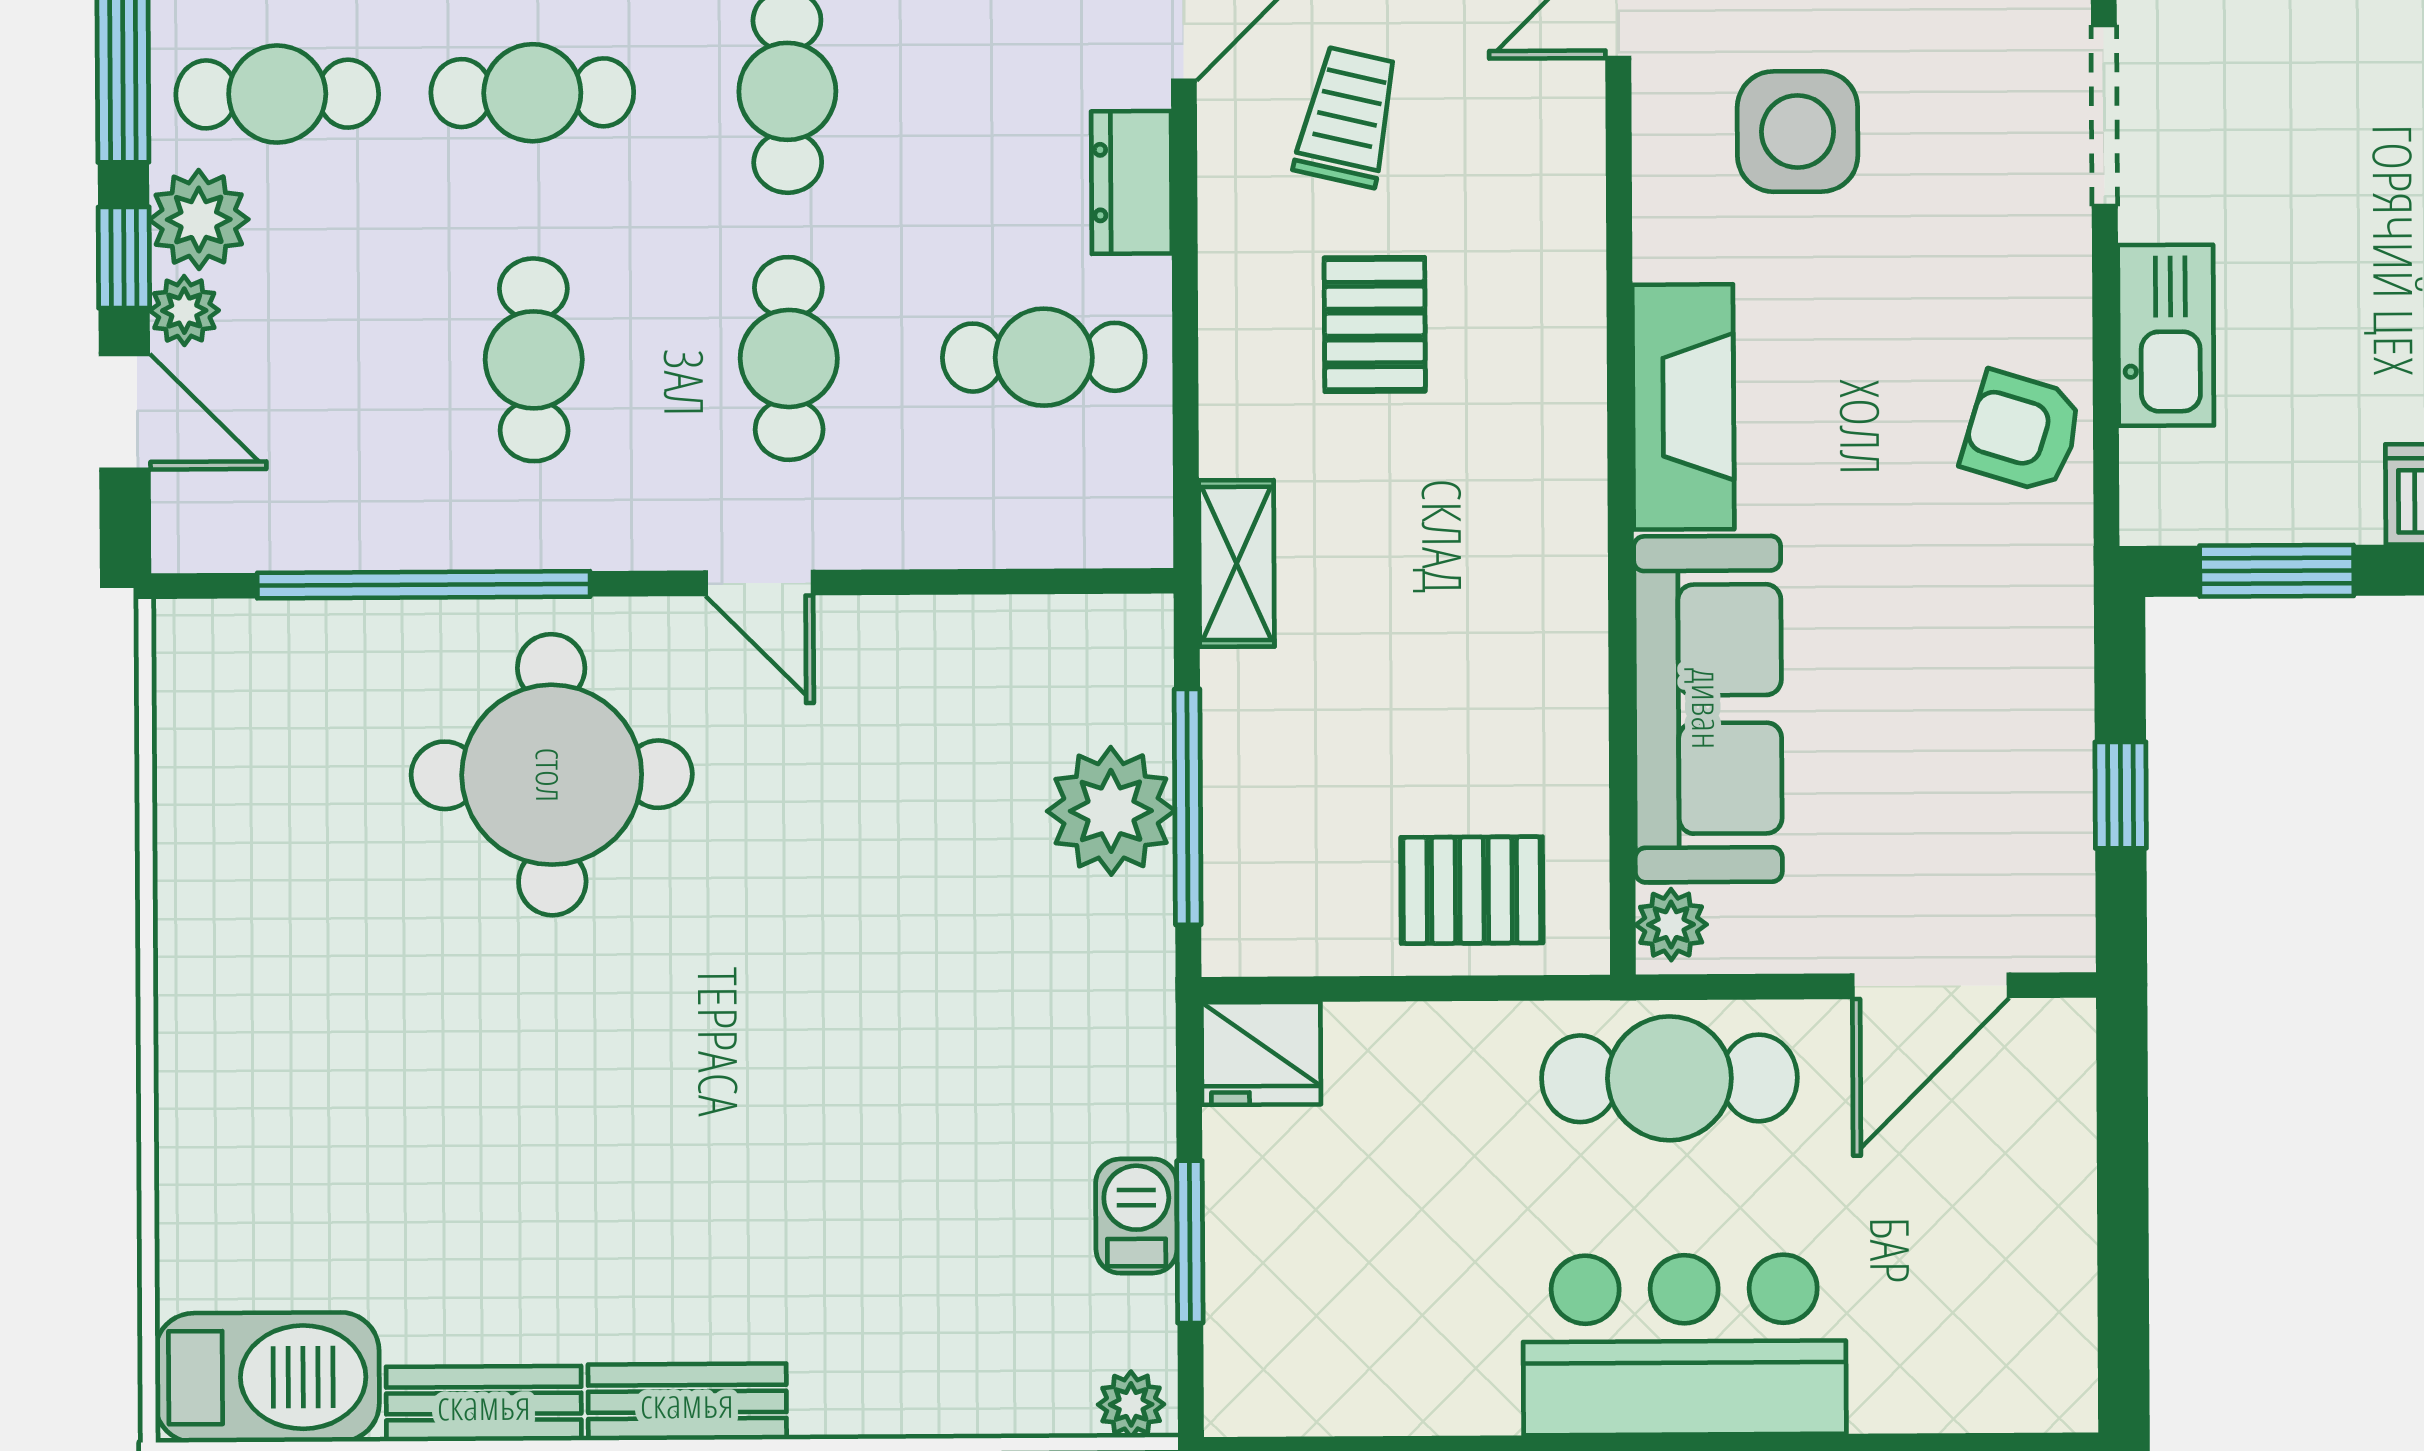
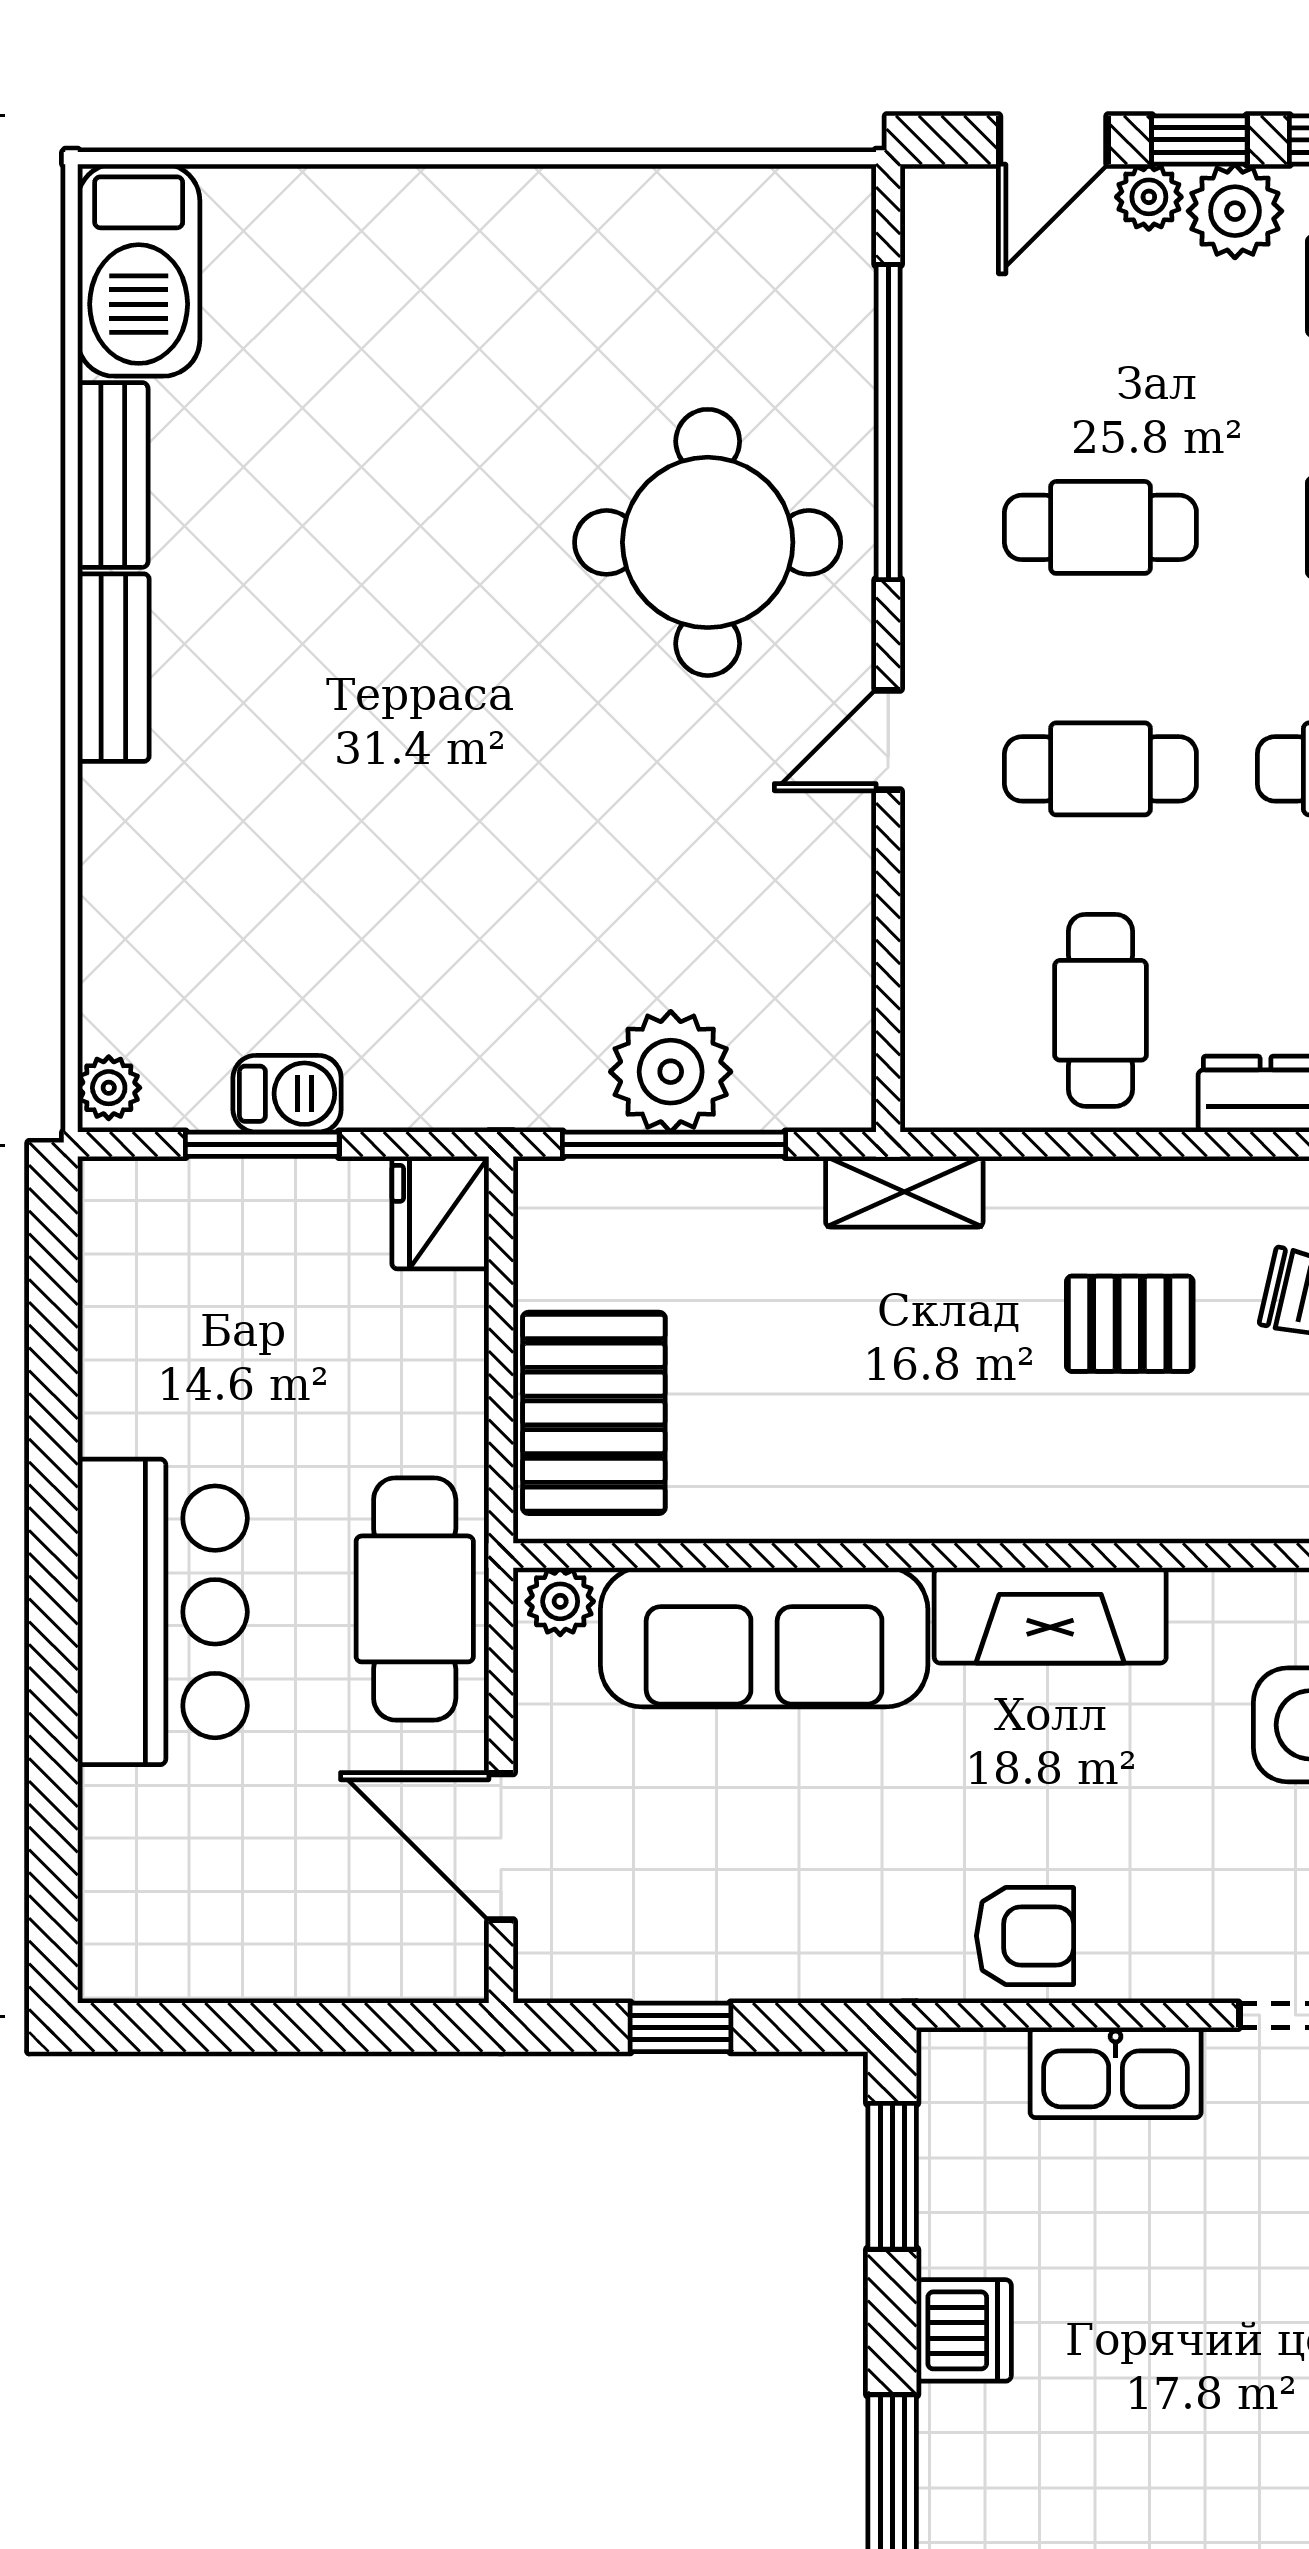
armchair: (2022, 432) -> (1025, 1936), turned 73
pallet: (1472, 890) -> (594, 1413), width x1.50, depth x1.42

